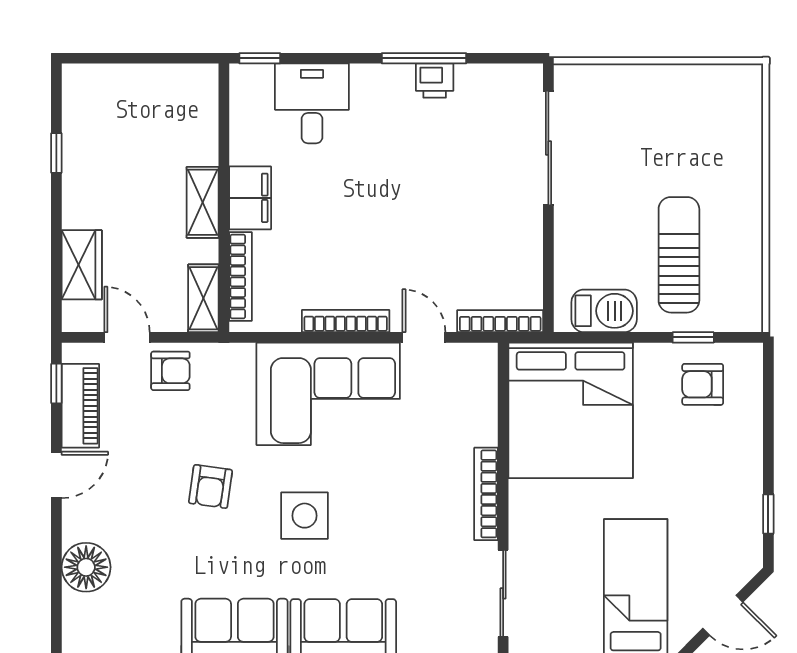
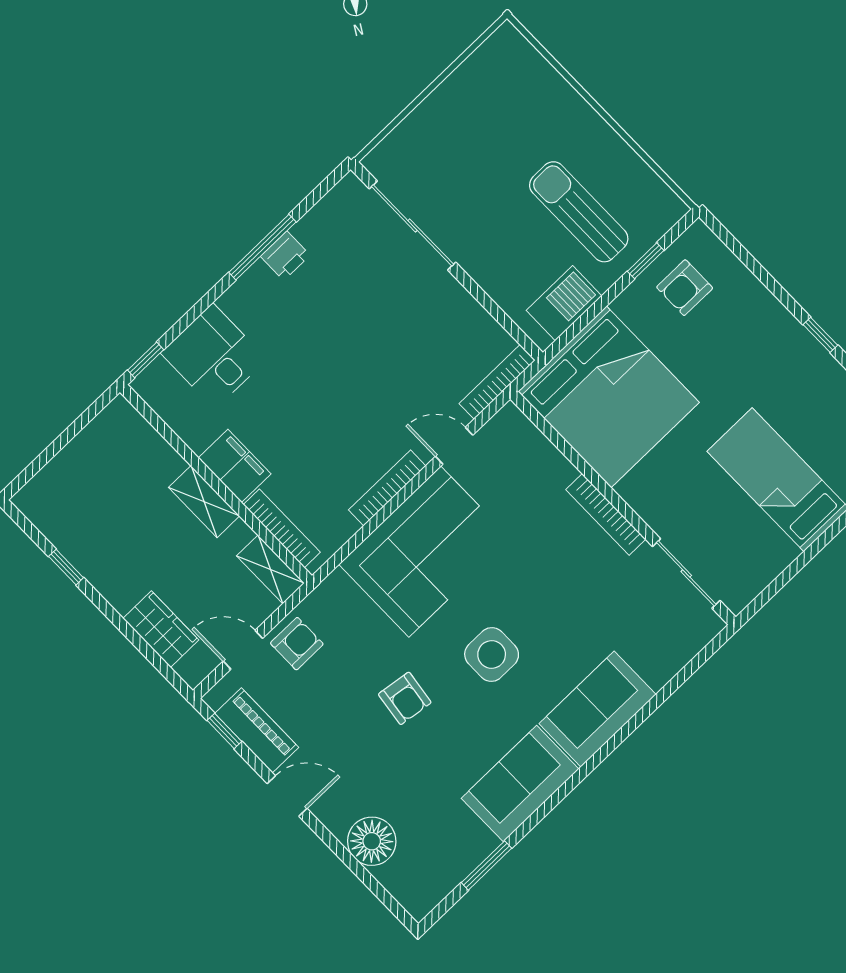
door: (56, 475) -> (287, 796), hinge flipped

